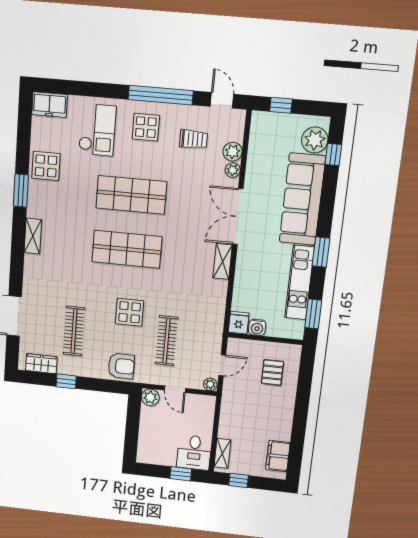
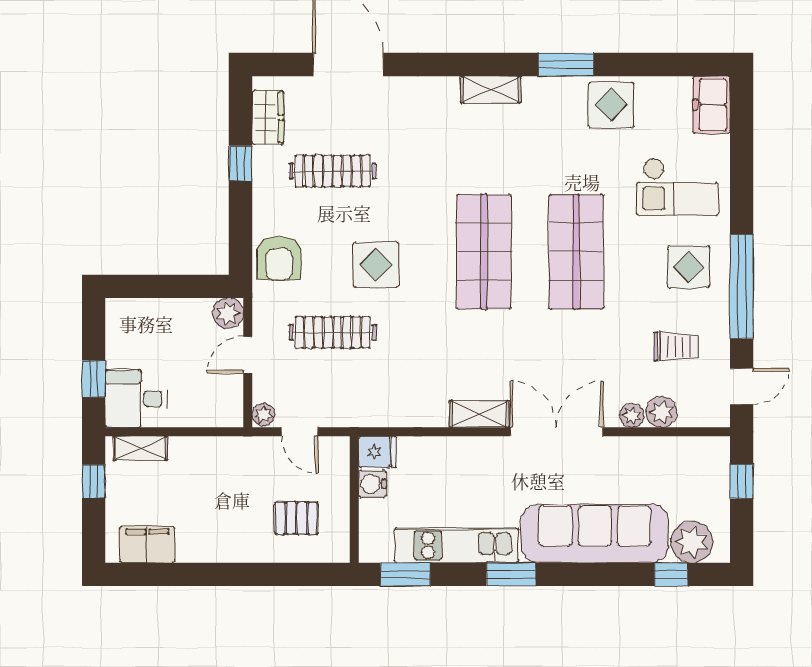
trolley: (193, 139) -> (676, 346), turned -90

